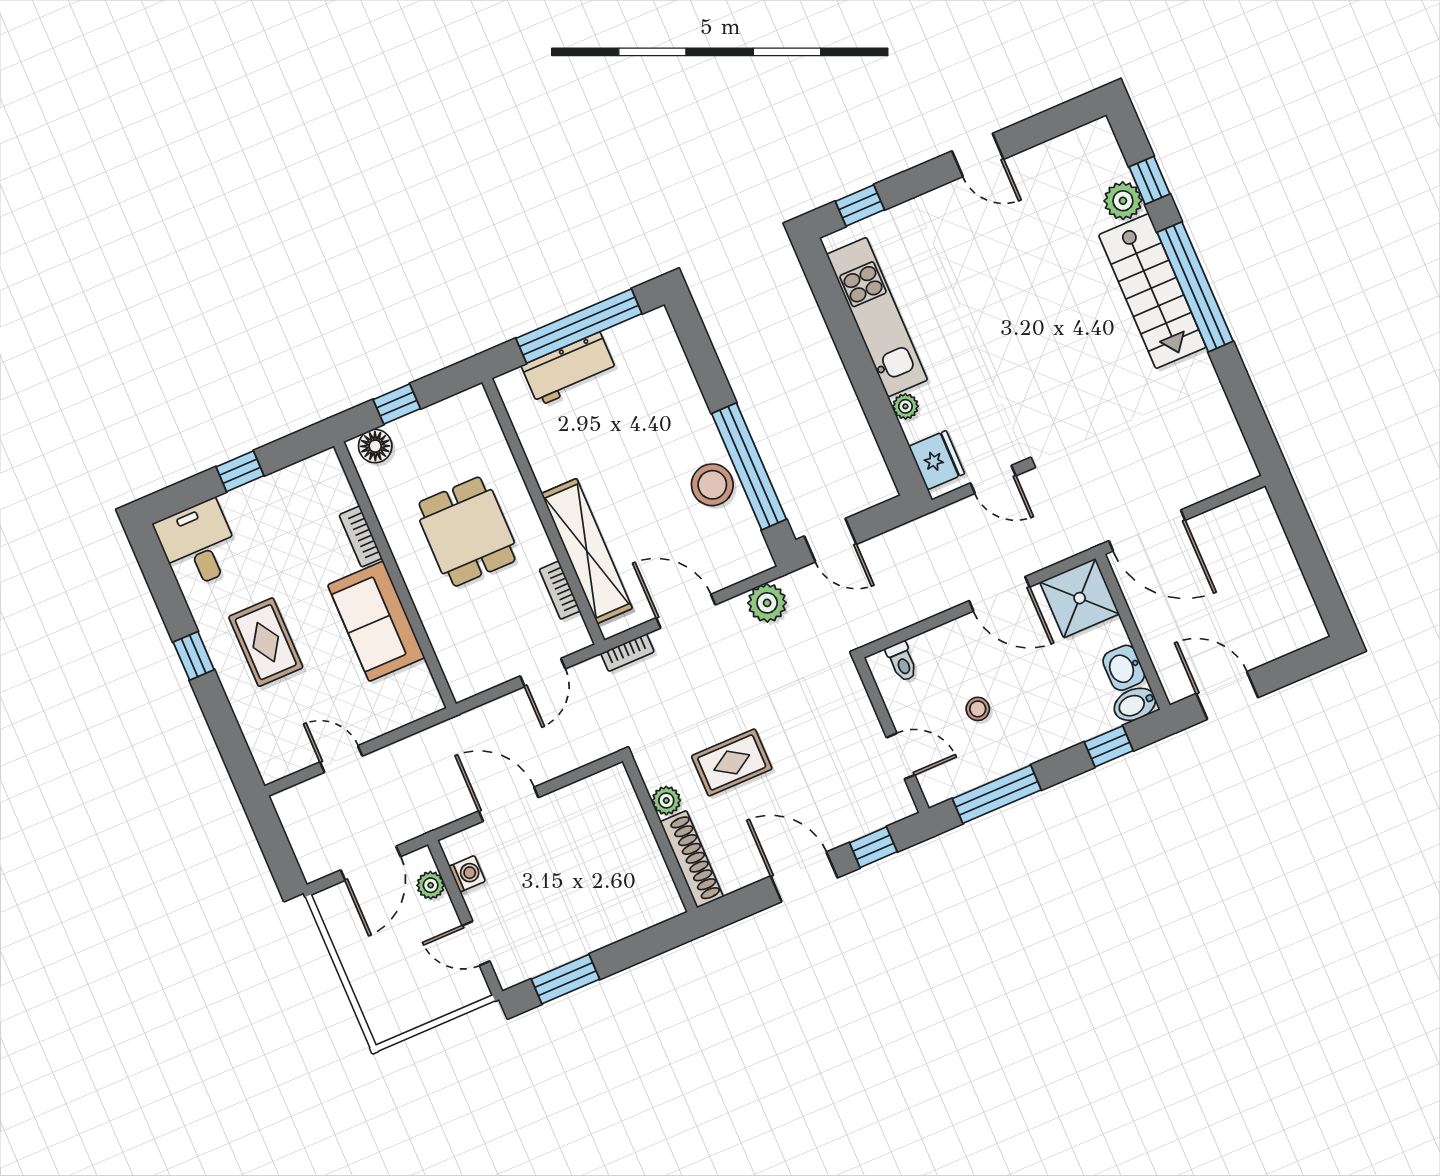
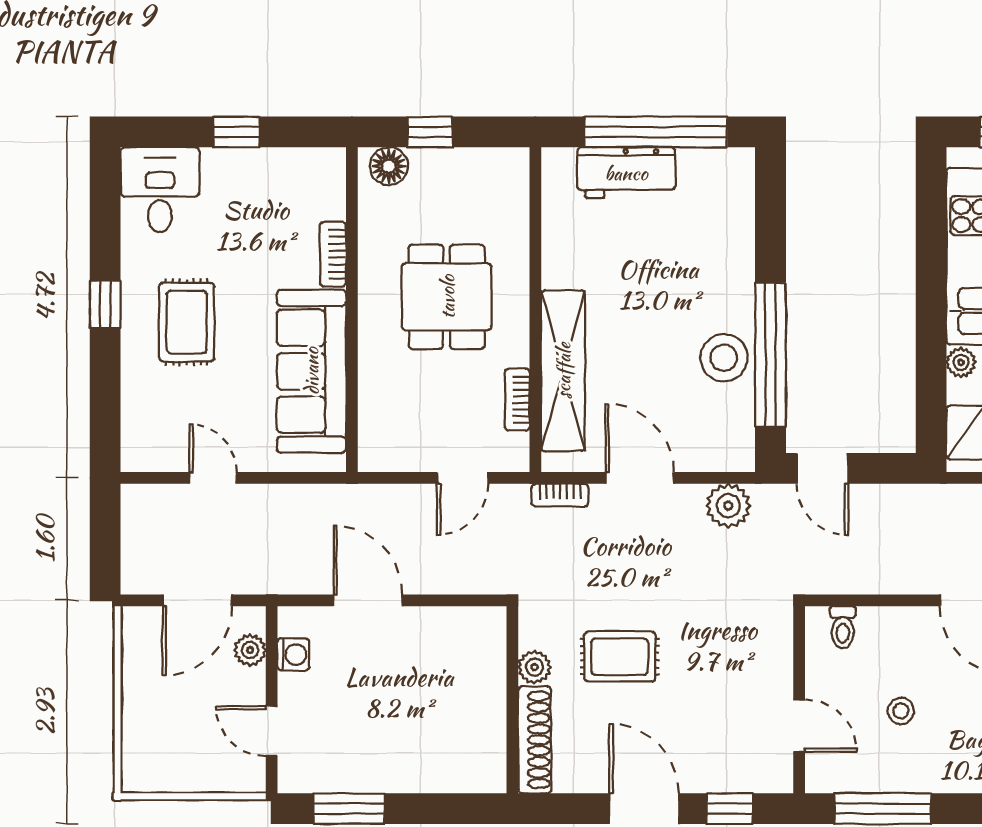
sofa: (376, 621) -> (311, 371), width x1.36

